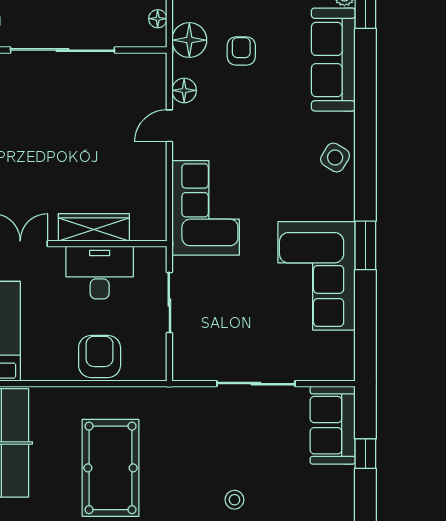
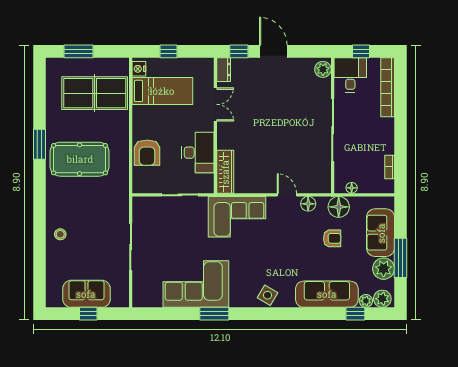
wardrobe: (94, 227) -> (225, 172), moved
armchair: (100, 356) -> (147, 153), turned 90
sofa: (333, 425) -> (86, 294), moved

